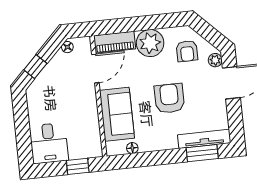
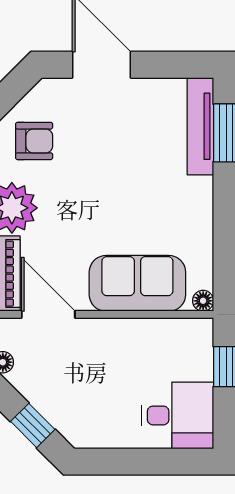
plant: (215, 60) -> (56, 90), removed
armchair: (169, 98) -> (118, 183), removed
floor lamp: (132, 148) -> (203, 301), moved

